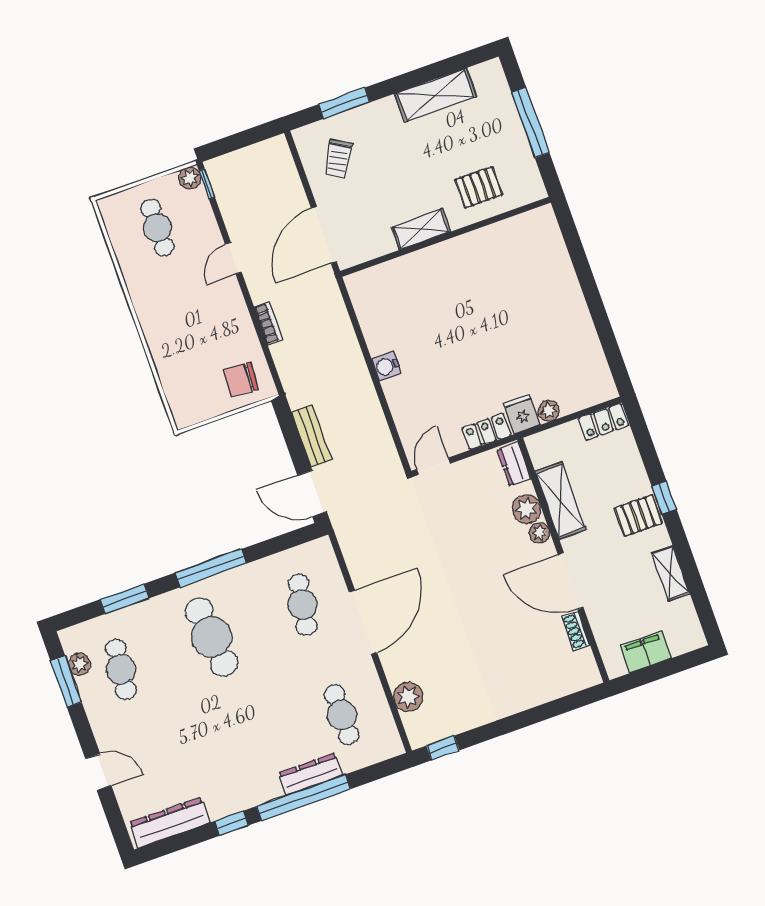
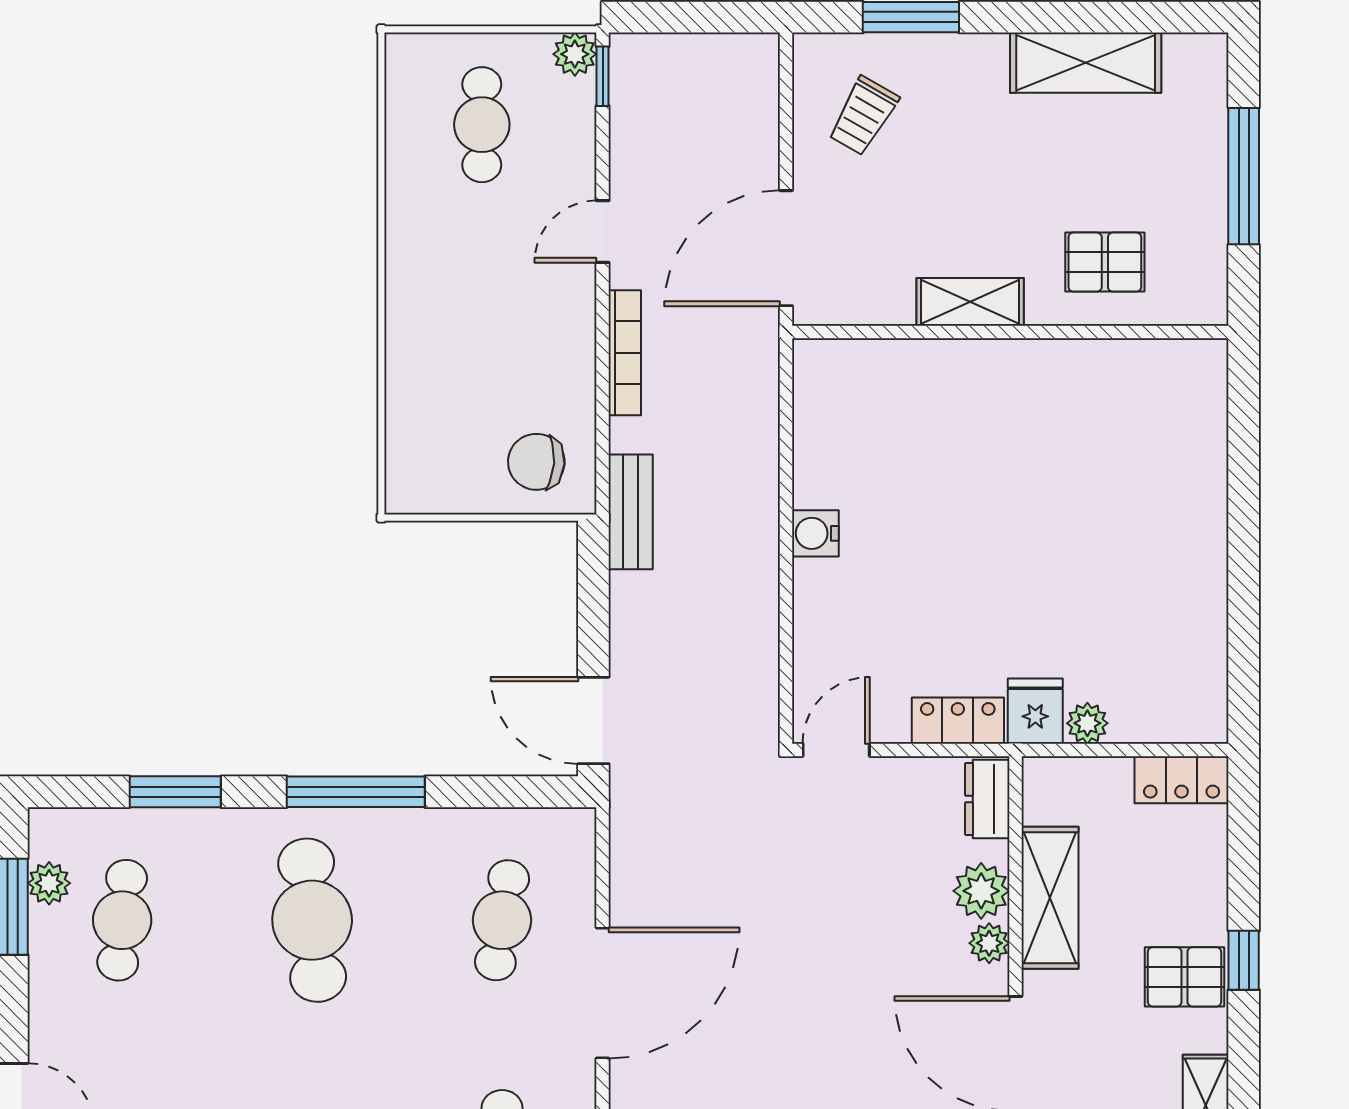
bookcase: (268, 323) -> (625, 353), width x1.56
bench: (312, 436) -> (631, 512), moved

